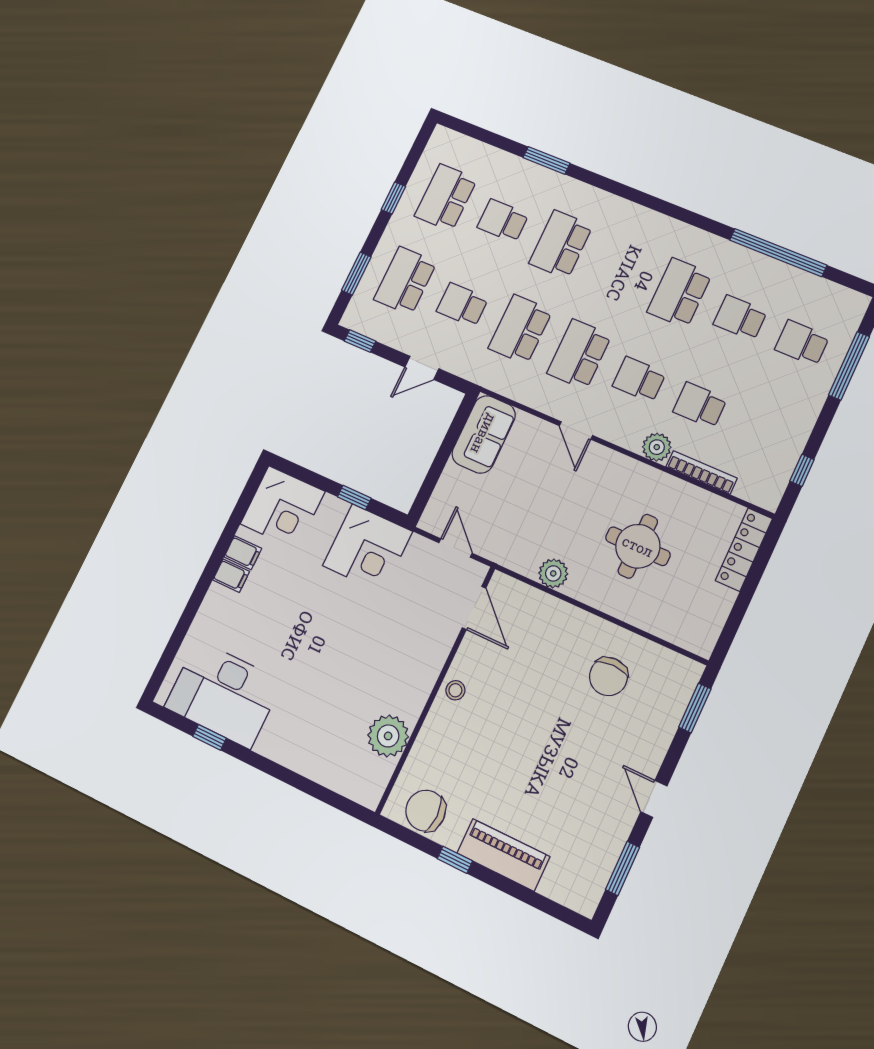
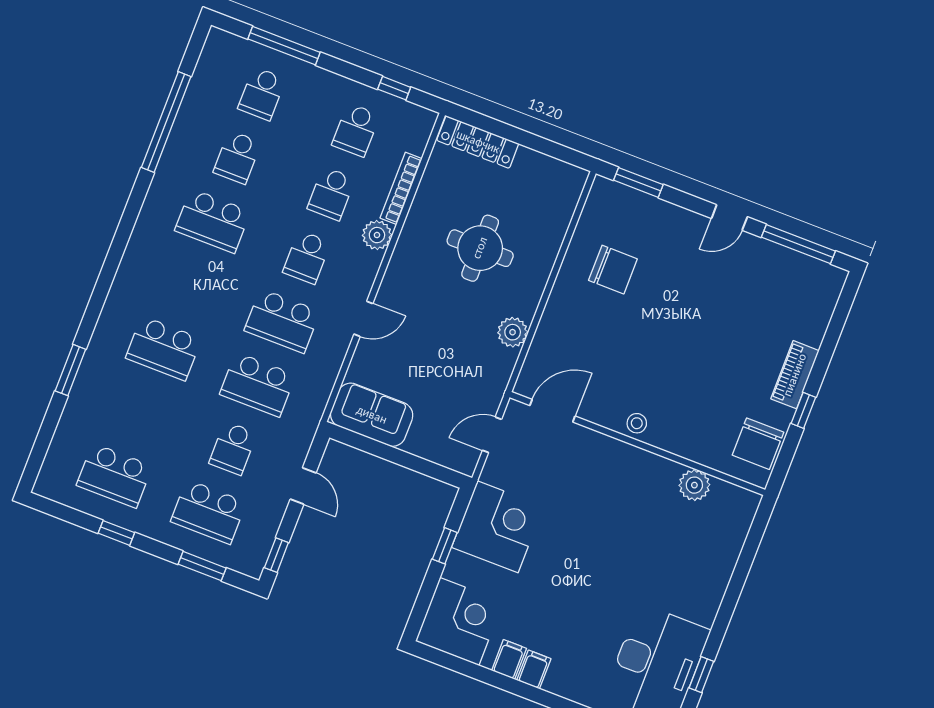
school desk: (503, 221) -> (356, 130), moved
plant: (388, 736) -> (694, 485), width x0.73, depth x0.73
piano: (503, 855) -> (795, 375), width x0.73, depth x0.75
window: (623, 868) -> (798, 244), width x1.44

